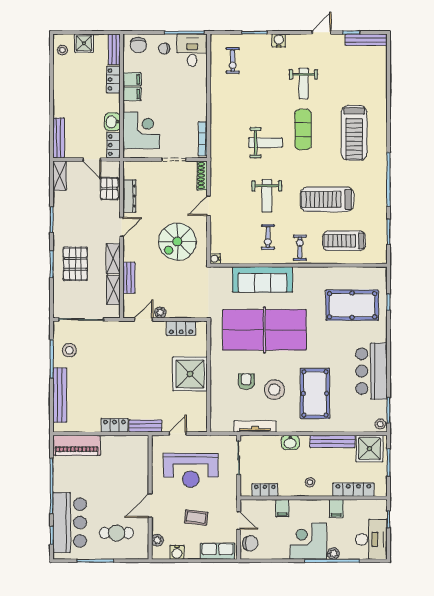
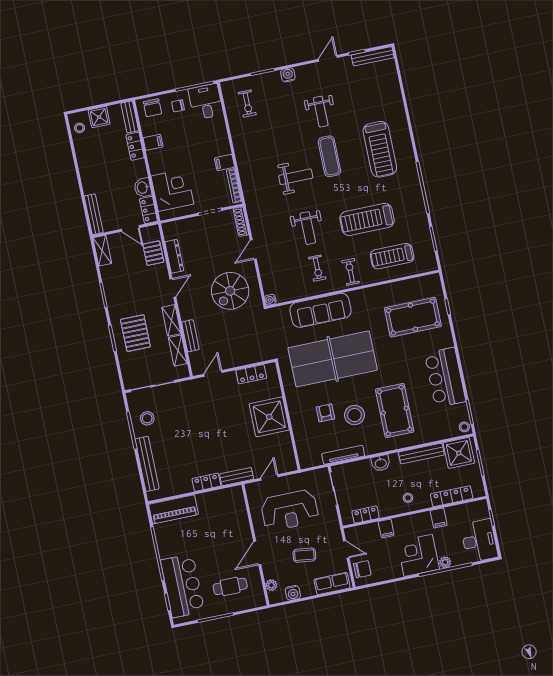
filing cabinet: (132, 94) -> (224, 163), moved, turned 180
plant: (160, 312) -> (228, 363), removed

